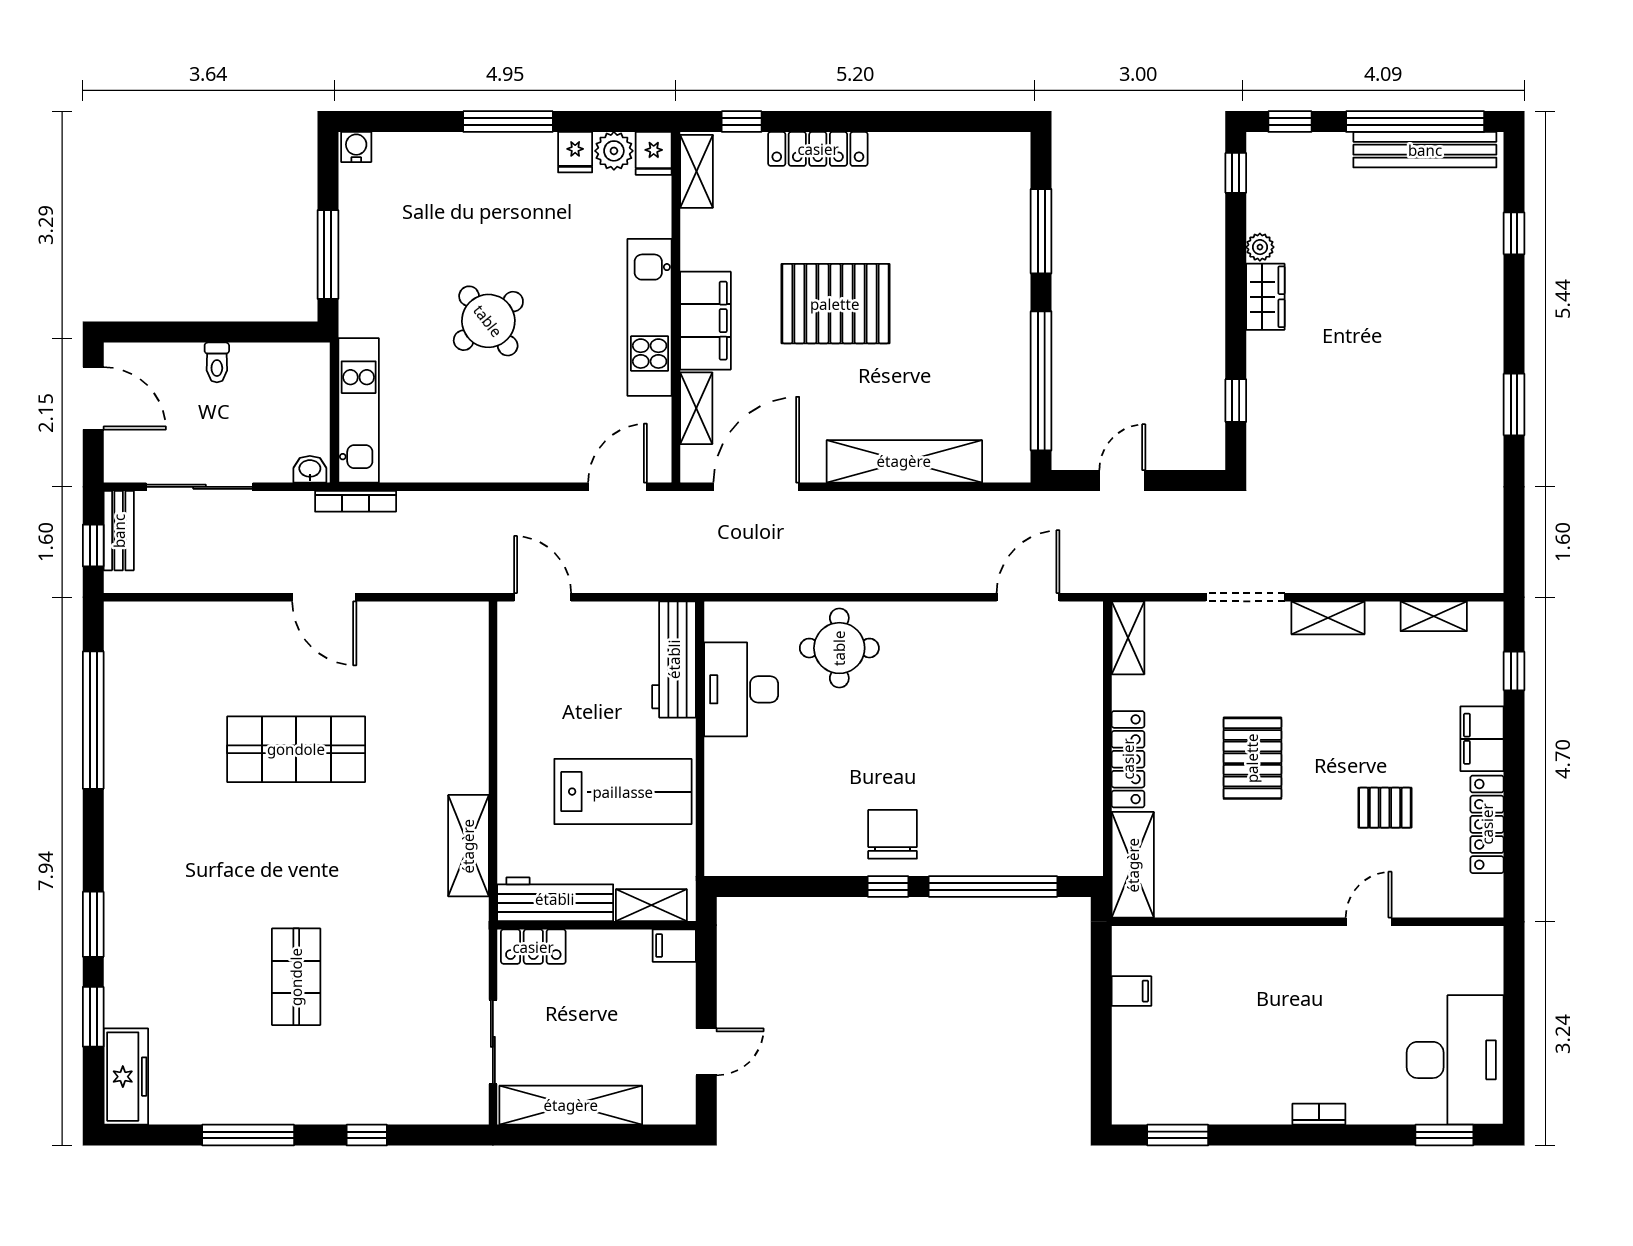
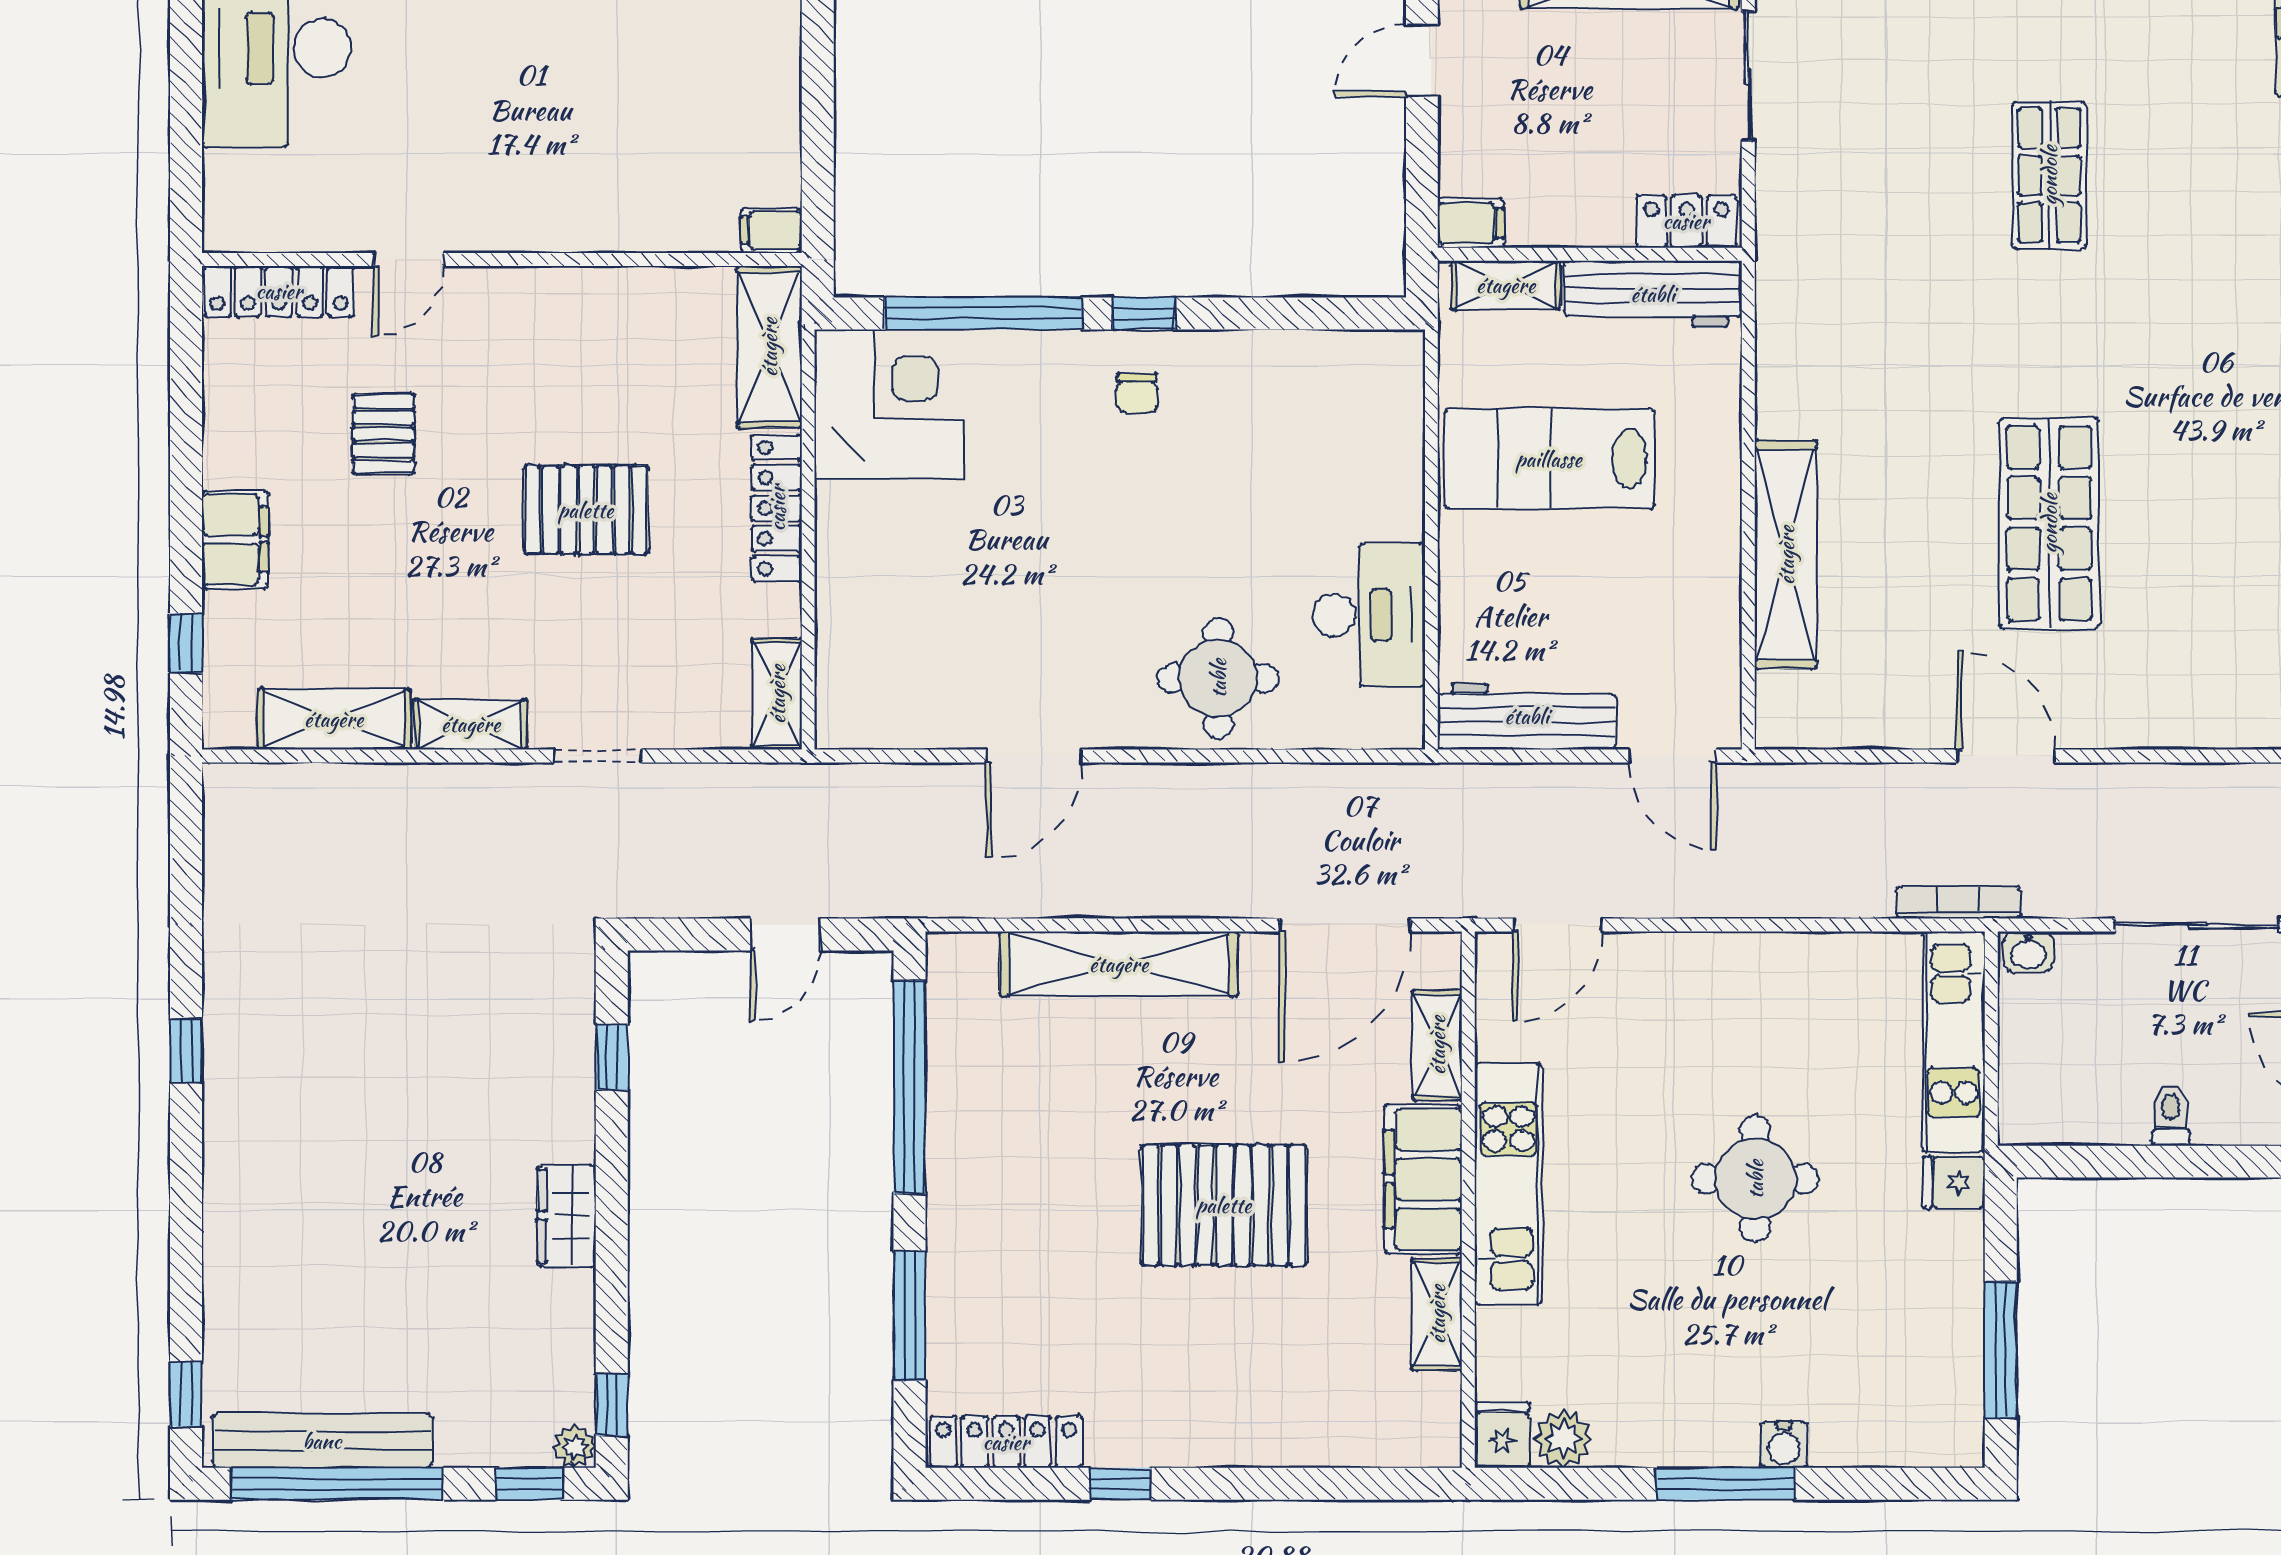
window: (742, 122) -> (1120, 1484), moved
water cooler: (356, 147) -> (1784, 1445), moved
locker: (818, 149) -> (1006, 1442), moved
fridge: (575, 152) -> (1954, 1182), moved, turned -90
shelving: (696, 171) -> (1437, 1314), moved
window: (1514, 233) -> (186, 1394), moved
plant: (1260, 247) -> (575, 1447), moved
window: (328, 255) -> (2001, 1350), moved
round table: (488, 321) -> (1755, 1179), turned 38
window: (1514, 405) -> (186, 1051), width x0.67
door: (1028, 597) -> (1034, 756), moved
doorway: (1245, 597) -> (597, 756), width x0.73
shelving: (1434, 616) -> (334, 719), width x1.50, depth x1.33
workbench: (674, 659) -> (1527, 716), moved, turned -90
shop shelf: (296, 749) -> (2049, 523), turned 90
pallet: (1252, 758) -> (586, 510), turned 90
pallet: (1385, 808) -> (384, 434), turned 90
locker: (1487, 824) -> (279, 291), moved, turned 90
corner desk: (1054, 827) -> (889, 404), added
chair: (893, 834) -> (1137, 393), width x0.54, depth x0.54
shelving: (468, 846) -> (1786, 555), moved, width x1.47
filing cabinet: (1131, 991) -> (771, 230), moved

